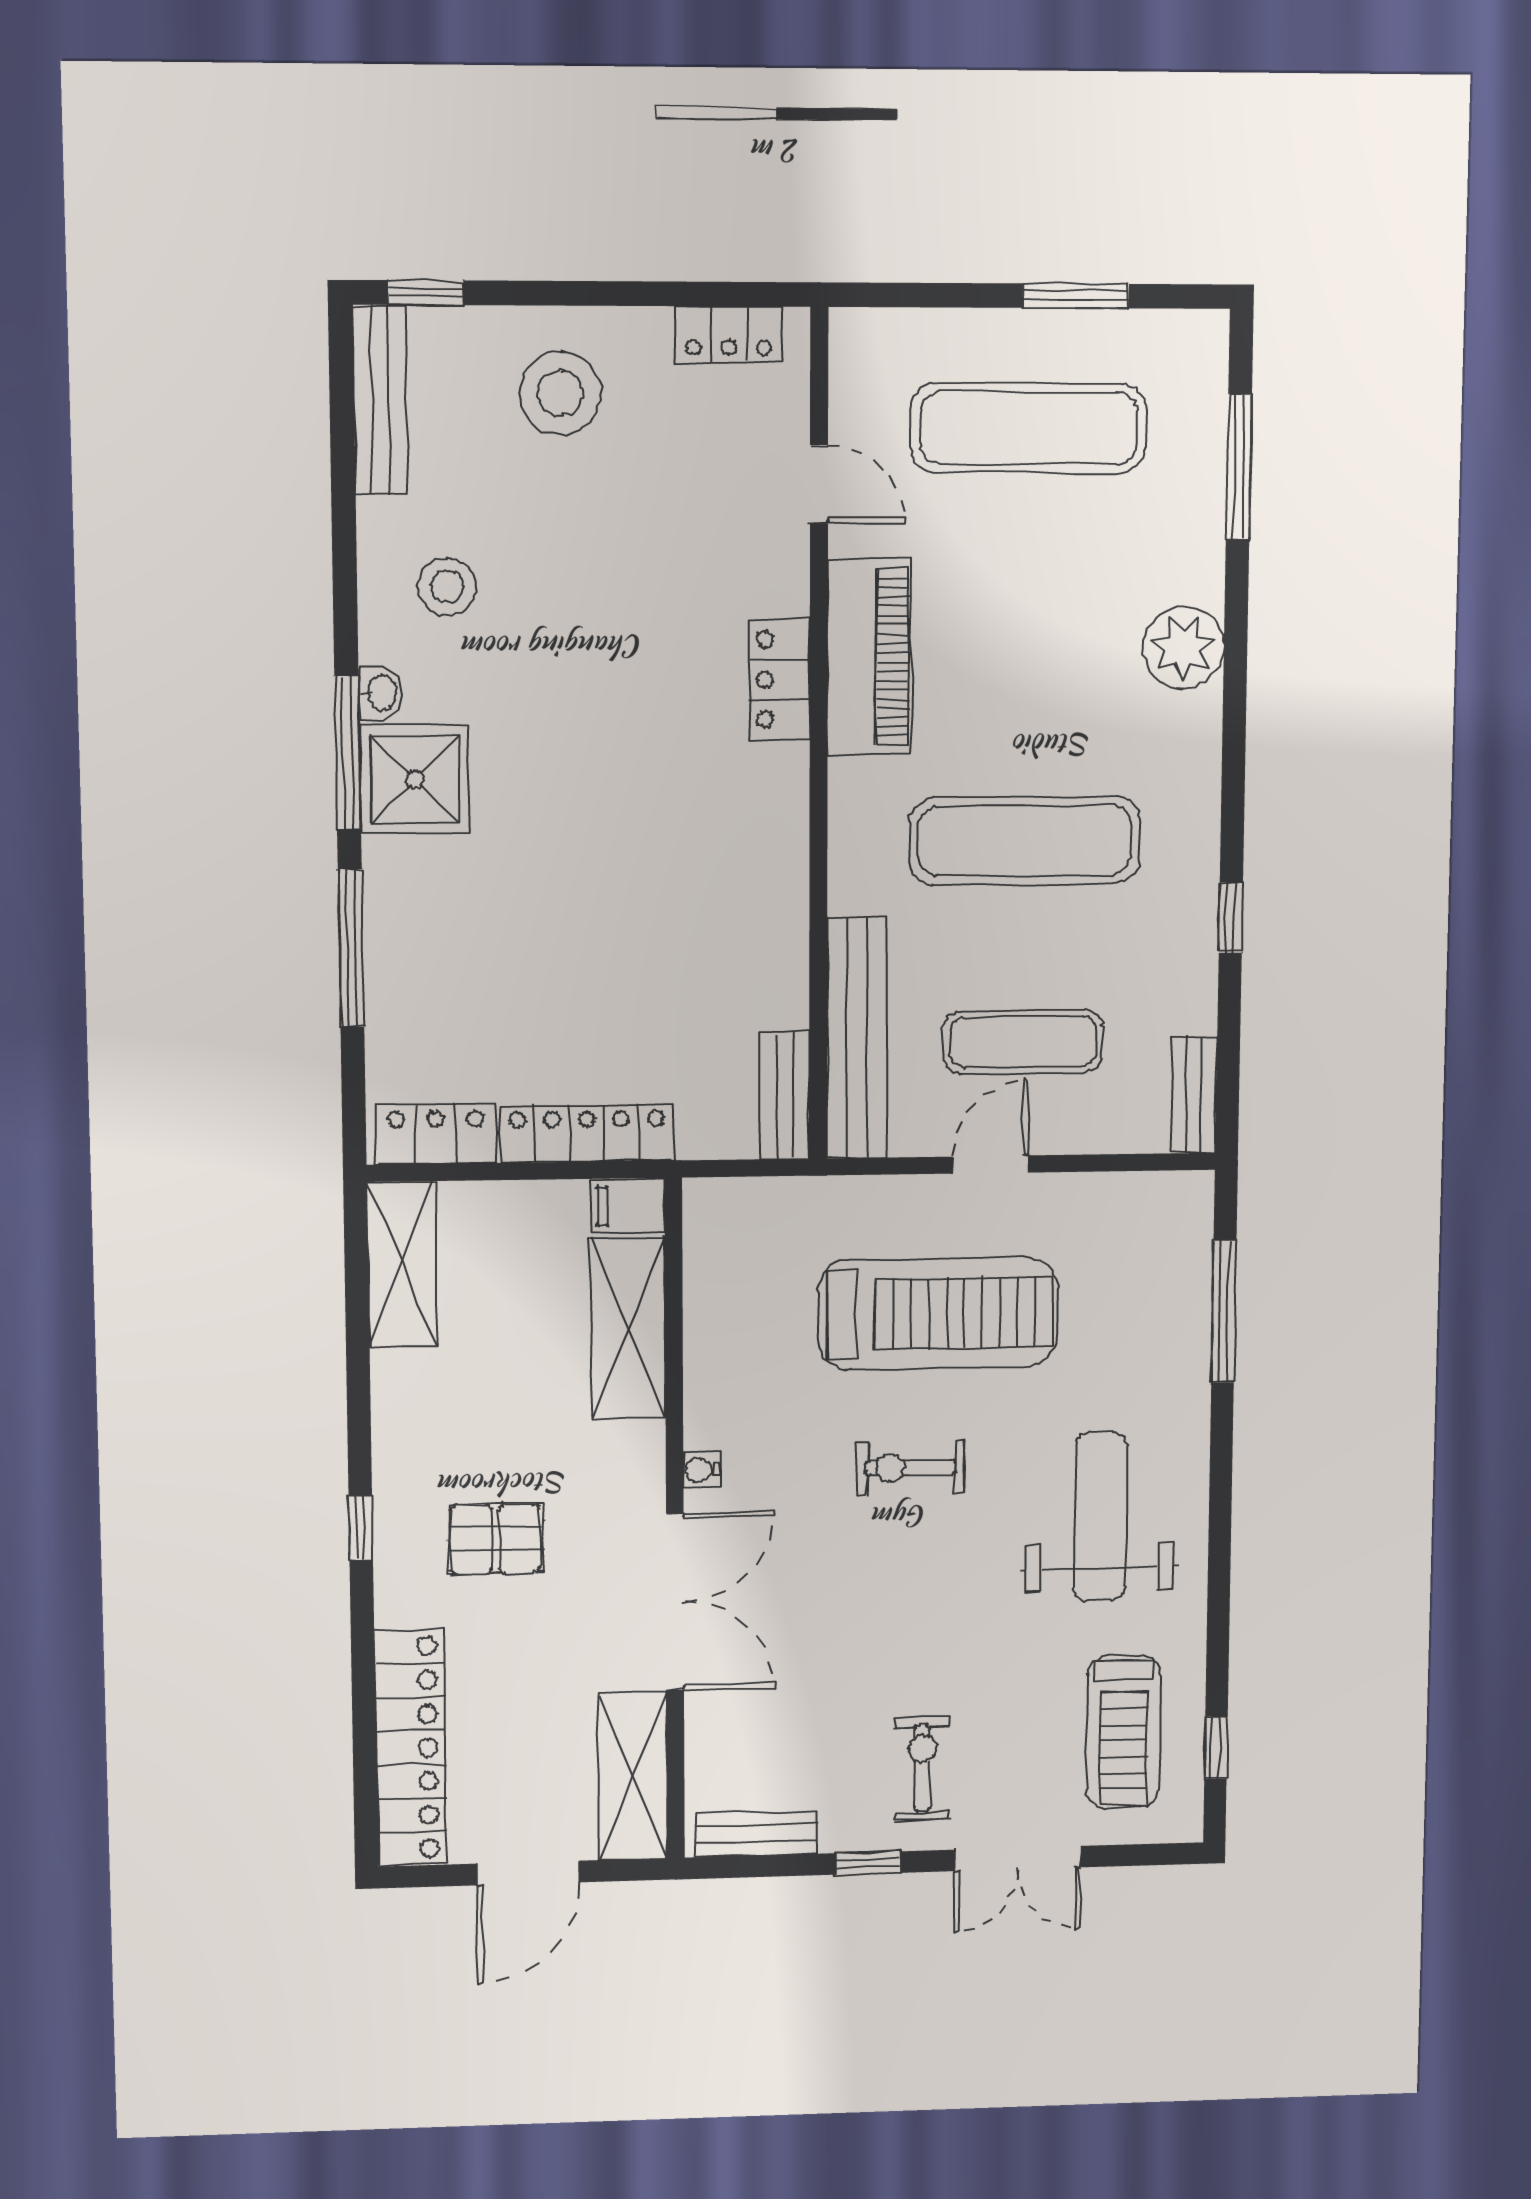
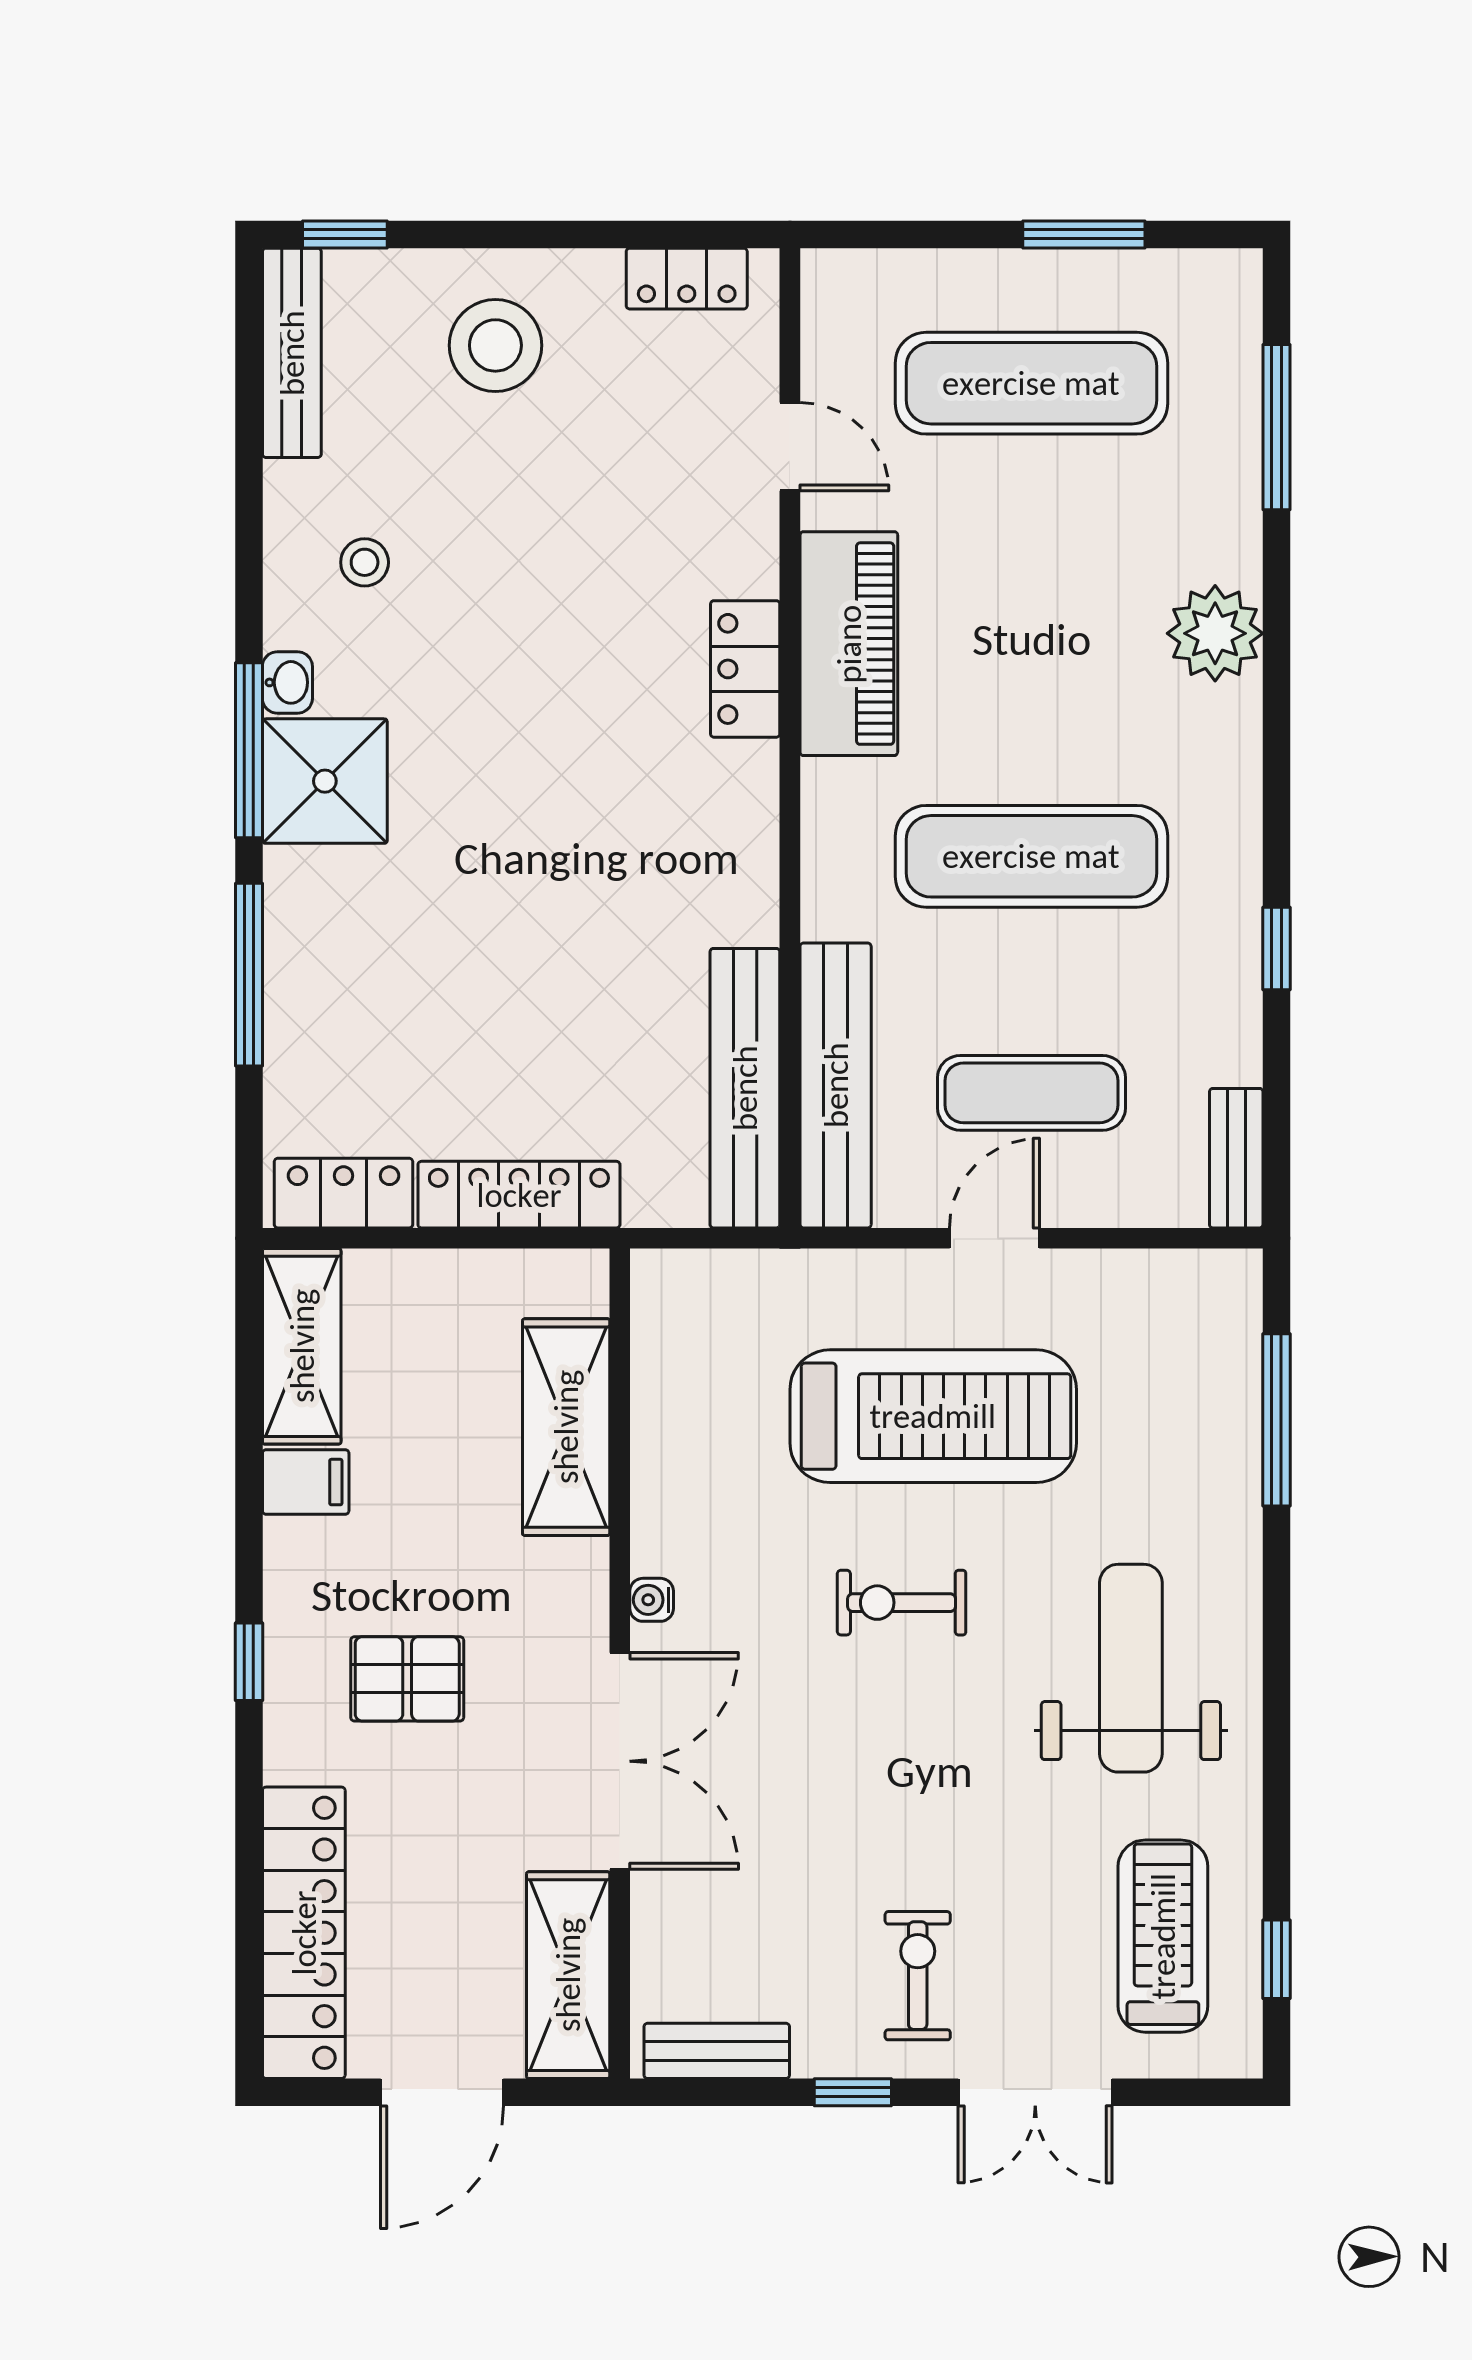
stool: (447, 587) -> (365, 562), width x0.73, depth x0.73
bench: (785, 1096) -> (745, 1088), width x1.86, depth x1.21
filing cabinet: (628, 1206) -> (306, 1482), moved, turned 180
treadmill: (1124, 1732) -> (1163, 1936), turned 180

